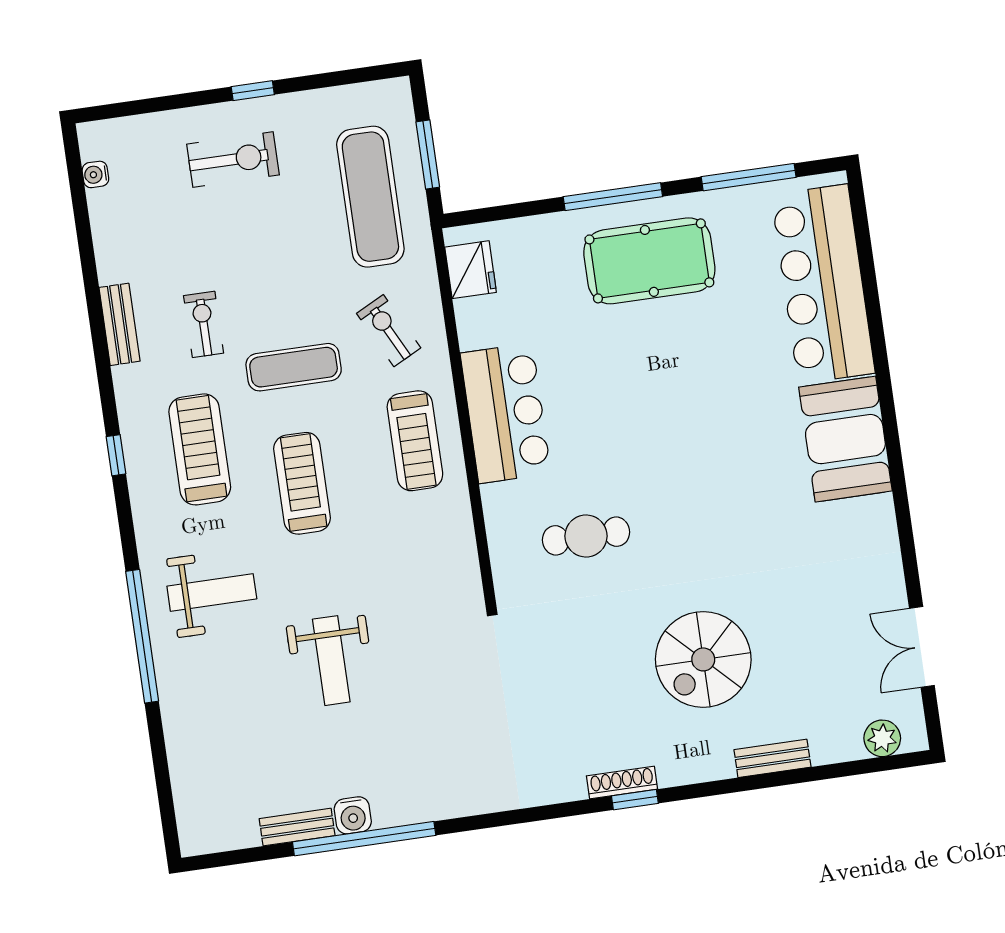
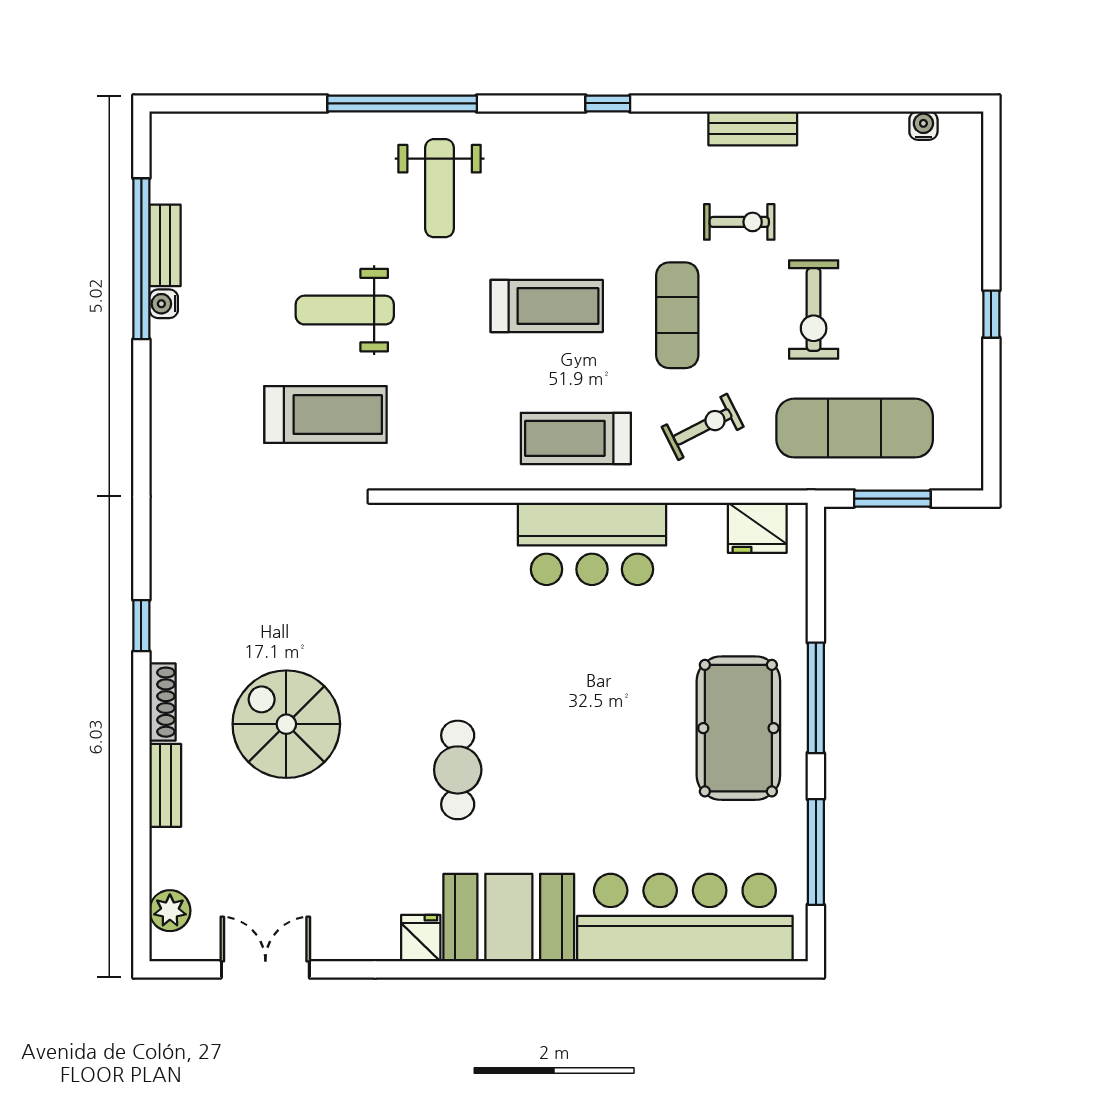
exercise bike: (233, 160) -> (814, 310), moved
treadmill: (200, 449) -> (325, 415), moved
fridge: (875, 514) -> (421, 938), added
cafe table: (586, 536) -> (458, 770), moved
shoe rack: (622, 782) -> (162, 702), moved
water cooler: (353, 815) -> (164, 304), width x0.72, depth x0.72
window: (364, 839) -> (141, 259), moved

